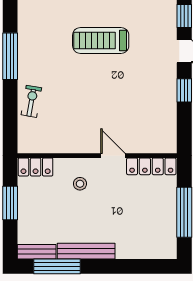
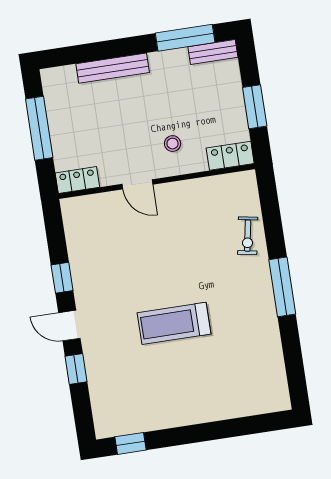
treadmill: (101, 40) -> (174, 323), turned 180
locker: (151, 166) -> (77, 180), width x0.66
bench: (86, 251) -> (113, 68), moved

